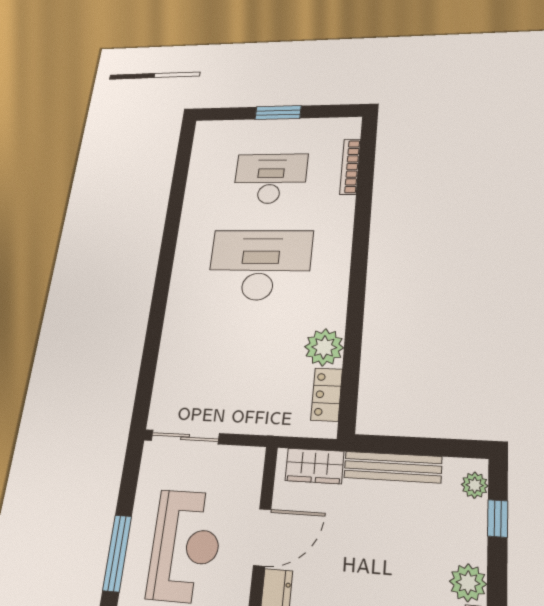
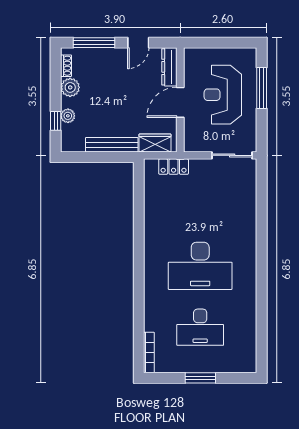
bookcase: (350, 167) -> (149, 353), moved
plant: (324, 347) -> (155, 213), removed
locker: (327, 395) -> (174, 167), moved, turned 90
plant: (475, 485) -> (68, 116), moved

